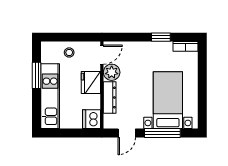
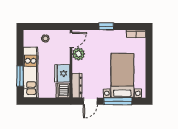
window: (161, 37) -> (106, 26), moved
window: (37, 75) -> (20, 76), moved
fridge: (91, 82) -> (62, 73), moved
dresser: (110, 98) -> (77, 85), moved

